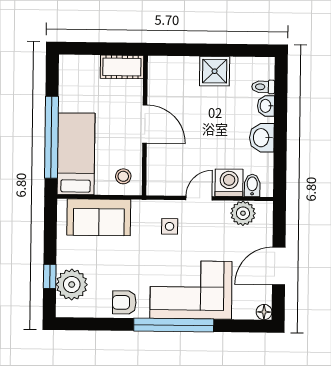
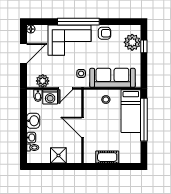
door: (145, 124) -> (83, 127), moved
wall: (145, 125) -> (83, 126), moved
sofa: (99, 217) -> (112, 78), width x1.36

